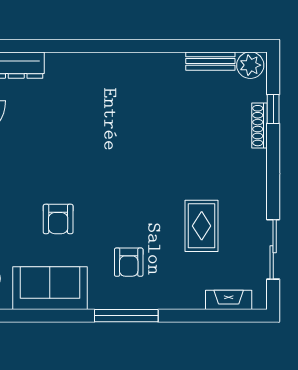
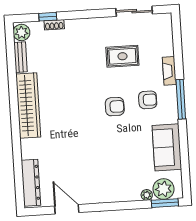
wardrobe: (132, 69) -> (28, 105), added
shoe rack: (260, 126) -> (54, 25), width x0.70
armchair: (58, 219) -> (115, 107), moved
fireplace: (229, 300) -> (169, 71), moved

